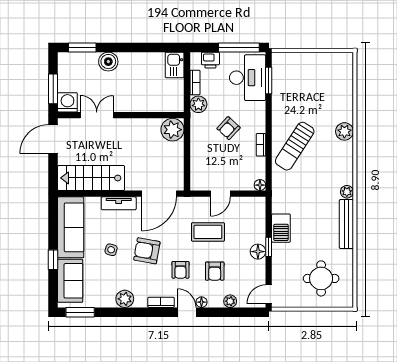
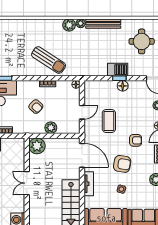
plant: (198, 104) -> (51, 128), moved
double door: (97, 115) -> (27, 183), moved
plant: (344, 131) -> (69, 25), moved
door: (220, 194) -> (82, 112), hinge flipped
barbecue: (281, 228) -> (118, 70), moved
armchair: (147, 251) -> (122, 164), turned -91
armchair: (215, 271) -> (136, 116), removed

